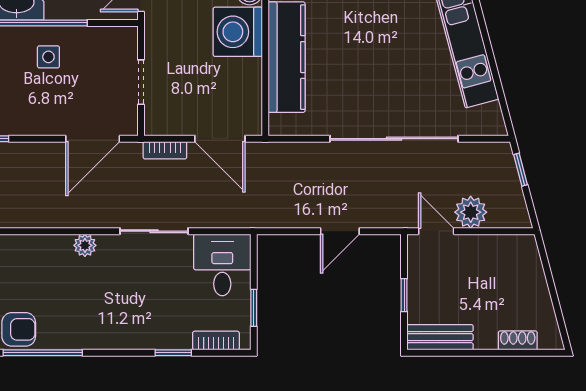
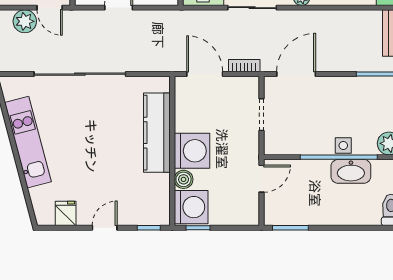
side table: (48, 57) -> (343, 145), moved

